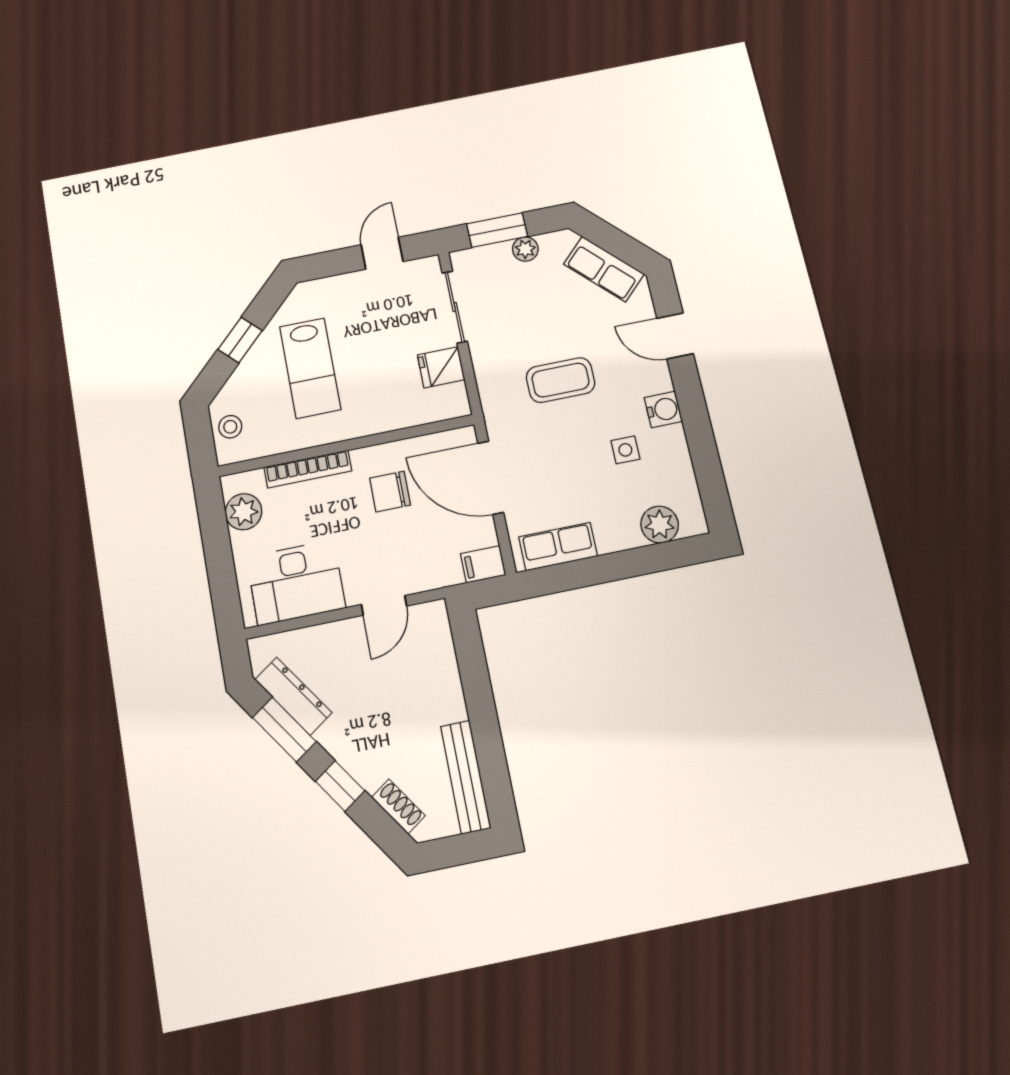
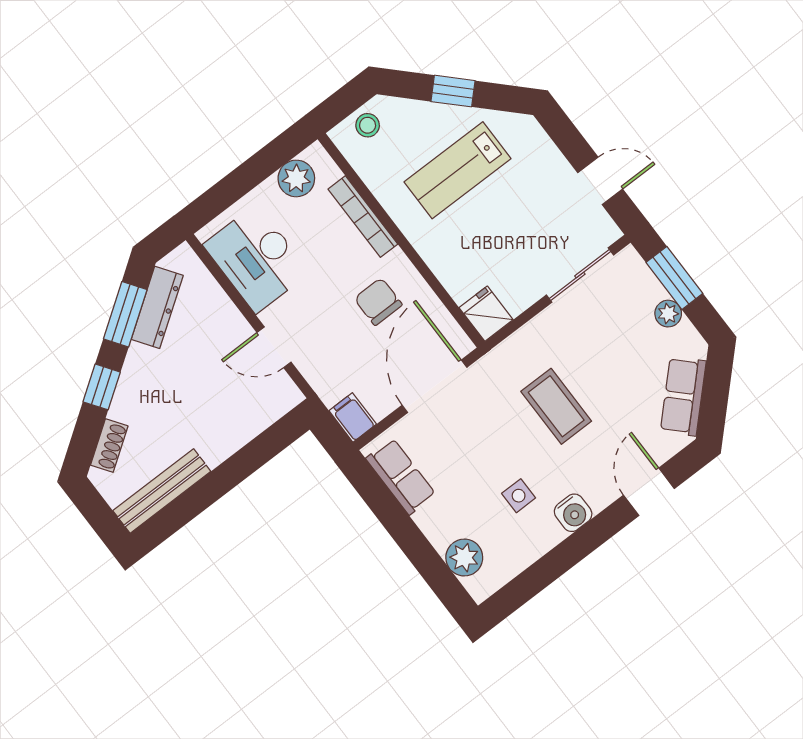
fridge: (441, 367) -> (486, 314), moved

